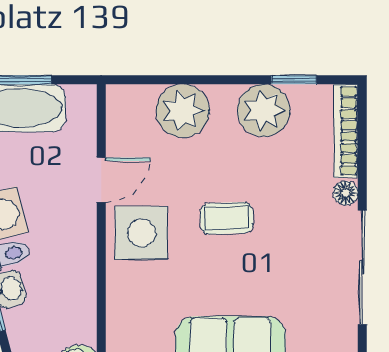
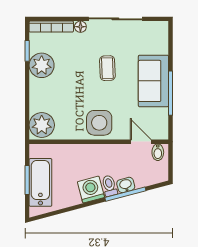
plant: (183, 111) -> (42, 125), moved
door: (101, 180) -> (141, 142), moved
coffee table: (227, 218) -> (107, 68), moved

